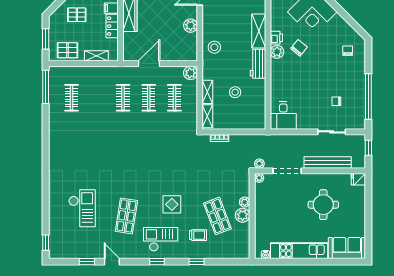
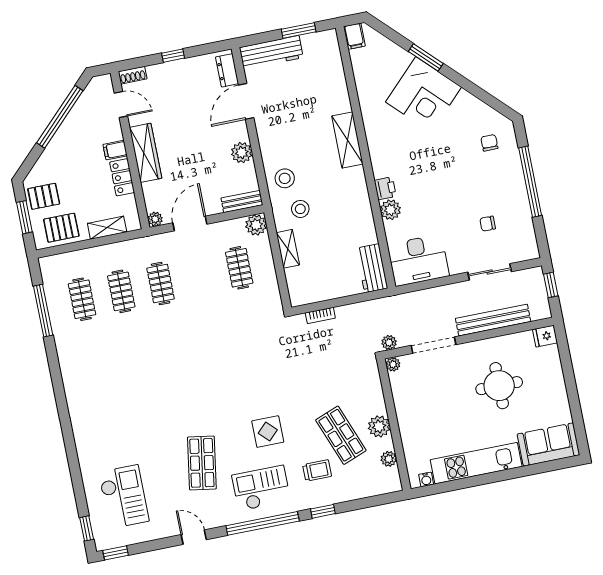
pallet: (77, 15) -> (44, 196), moved
printer: (276, 38) -> (385, 188), moved
chair: (299, 48) -> (414, 154), removed
plant: (277, 52) -> (390, 210), moved
bench: (185, 56) -> (242, 201), added
plant: (128, 57) -> (155, 219), added
workbench: (258, 64) -> (372, 268), moved
window: (46, 87) -> (43, 311), moved
stool: (235, 92) -> (300, 209), moved
window: (368, 96) -> (530, 182), moved
clothes rail: (149, 98) -> (121, 291), moved
shelving: (207, 116) -> (295, 286), removed
desk: (283, 116) -> (418, 260), width x1.37
plant: (245, 202) -> (389, 459), moved
checkout: (82, 208) -> (124, 497), moved
window: (87, 262) -> (116, 553), moved
window: (157, 262) -> (263, 523), width x3.17

